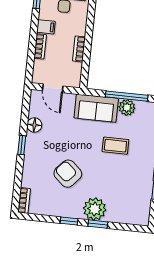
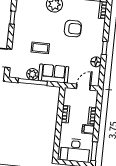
door: (53, 88) -> (83, 87), hinge flipped
armchair: (68, 174) -> (73, 29), turned -42

